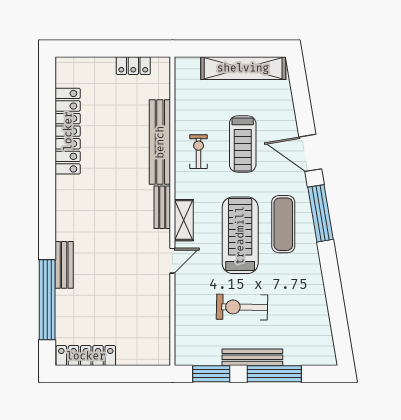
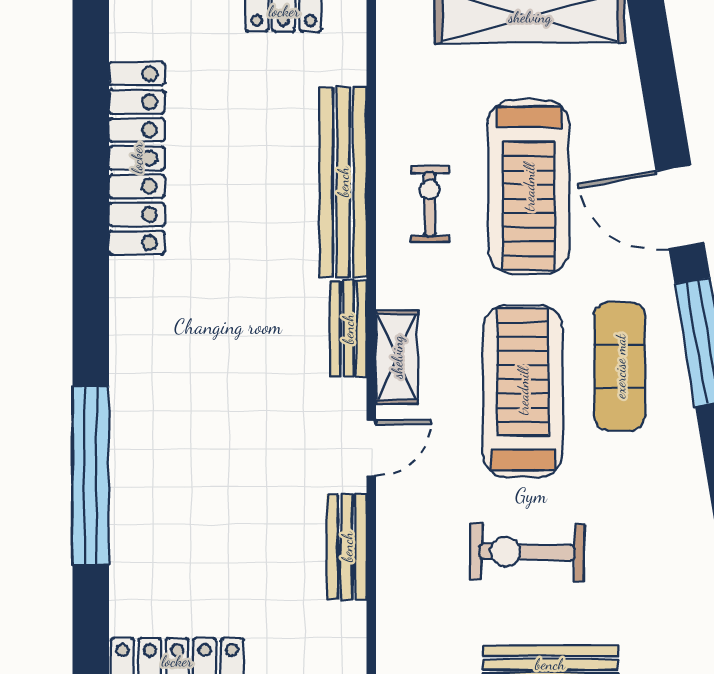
treadmill: (243, 144) -> (529, 187), width x1.37, depth x1.38
bench: (64, 265) -> (347, 547), moved
window: (47, 300) -> (91, 476), moved

